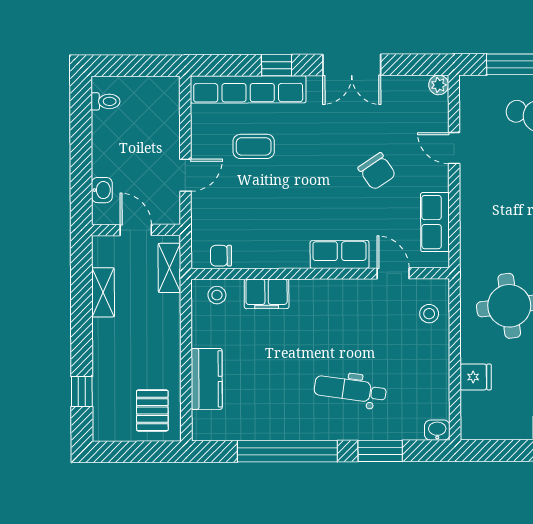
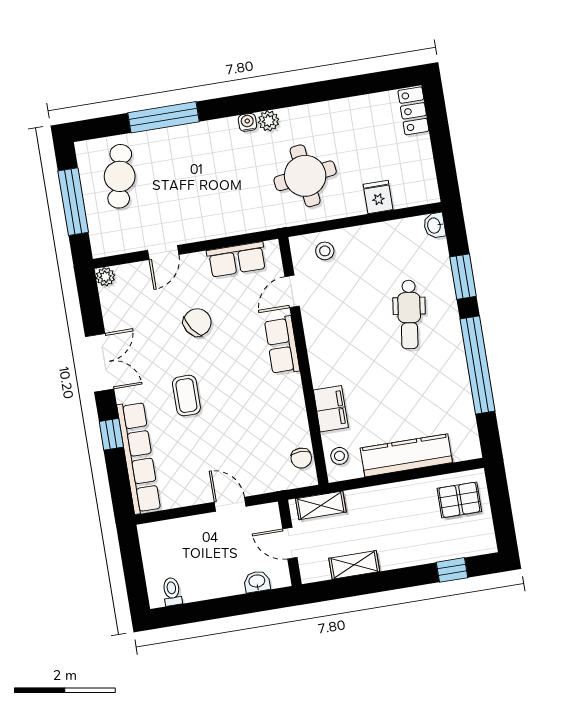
coffee table: (254, 146) -> (186, 396), moved
door: (136, 230) -> (290, 543), hinge flipped
kitchen counter: (207, 379) -> (406, 455), width x1.50

